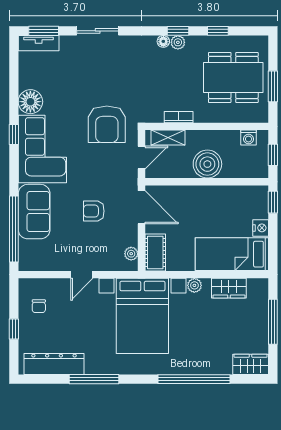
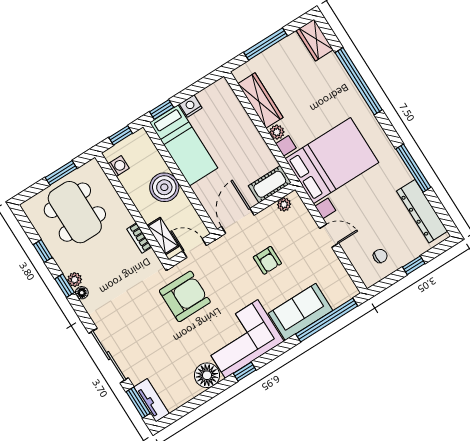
sliding door: (98, 31) -> (109, 356), width x1.37
bed: (232, 254) -> (184, 145), moved
wardrobe: (229, 288) -> (260, 101), width x1.50

